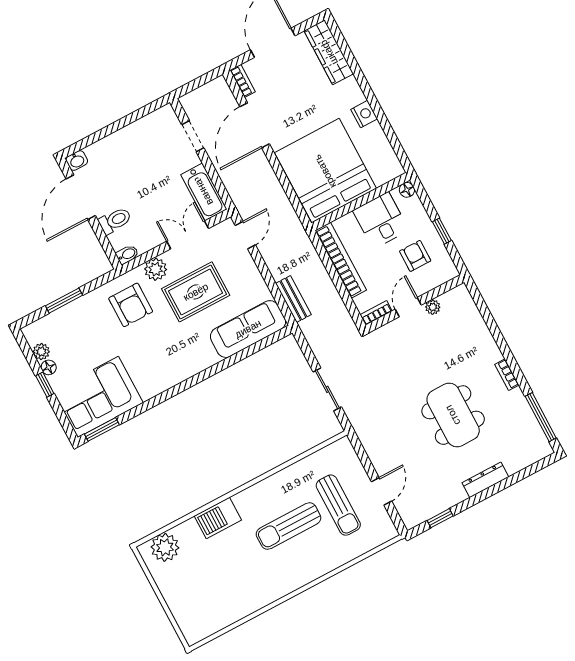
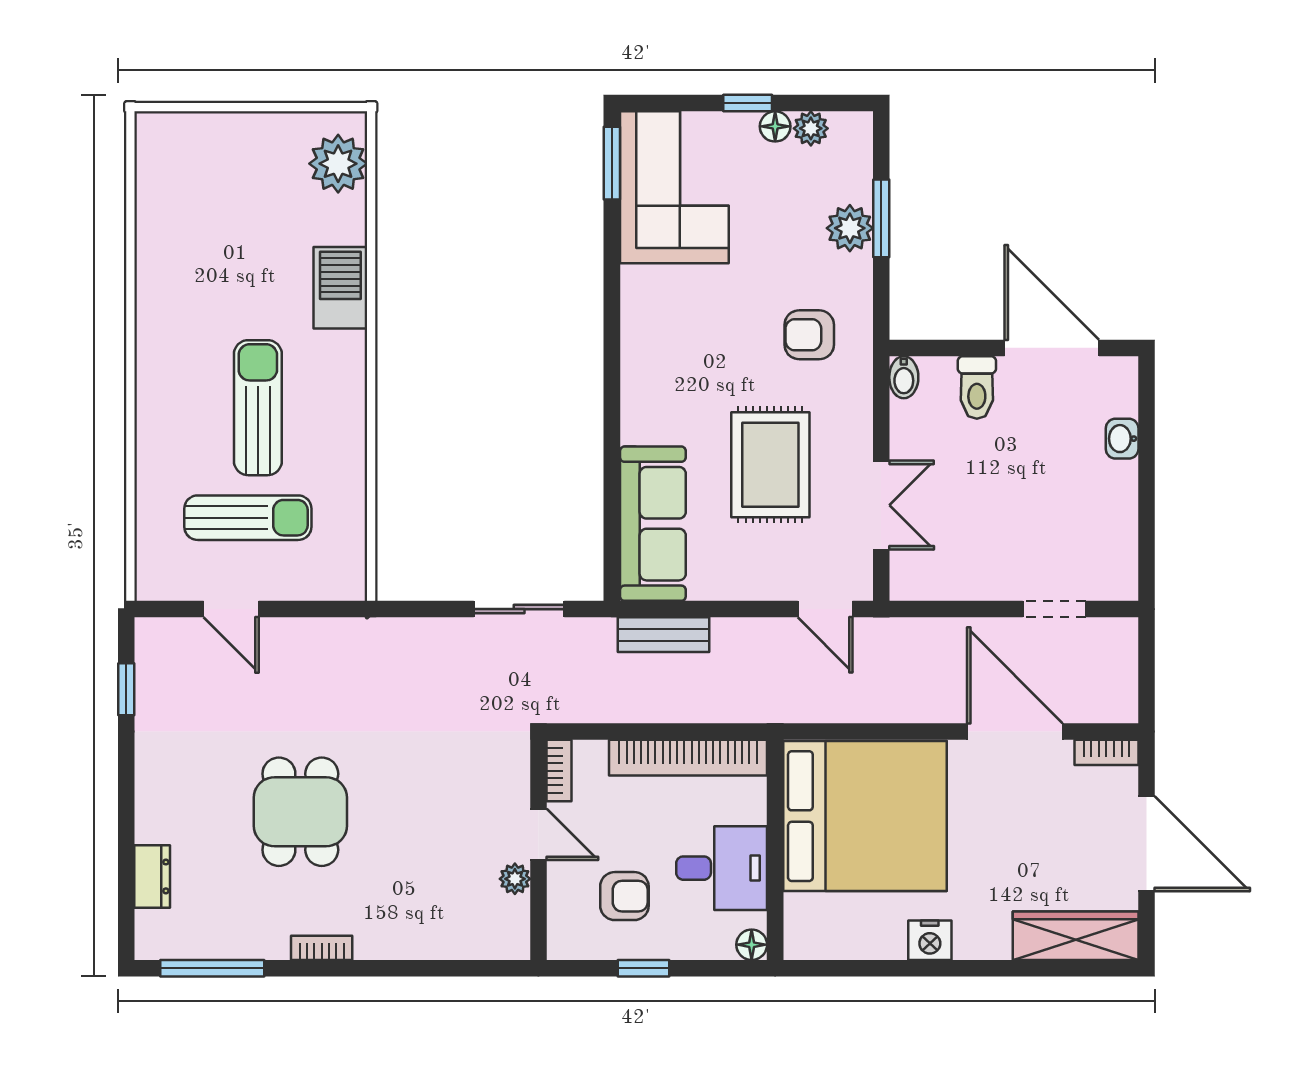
washbasin: (77, 161) -> (1122, 439), moved
bathtub: (204, 192) -> (943, 576), removed
plant: (156, 269) -> (850, 228), moved
armchair: (131, 305) -> (809, 335), width x0.72, depth x0.72
sliding door: (327, 389) -> (519, 609), moved
dining table: (453, 415) -> (300, 812), width x0.73
dresser: (485, 480) -> (152, 876), moved, width x0.70
sun lounger: (338, 505) -> (248, 518), turned 180

